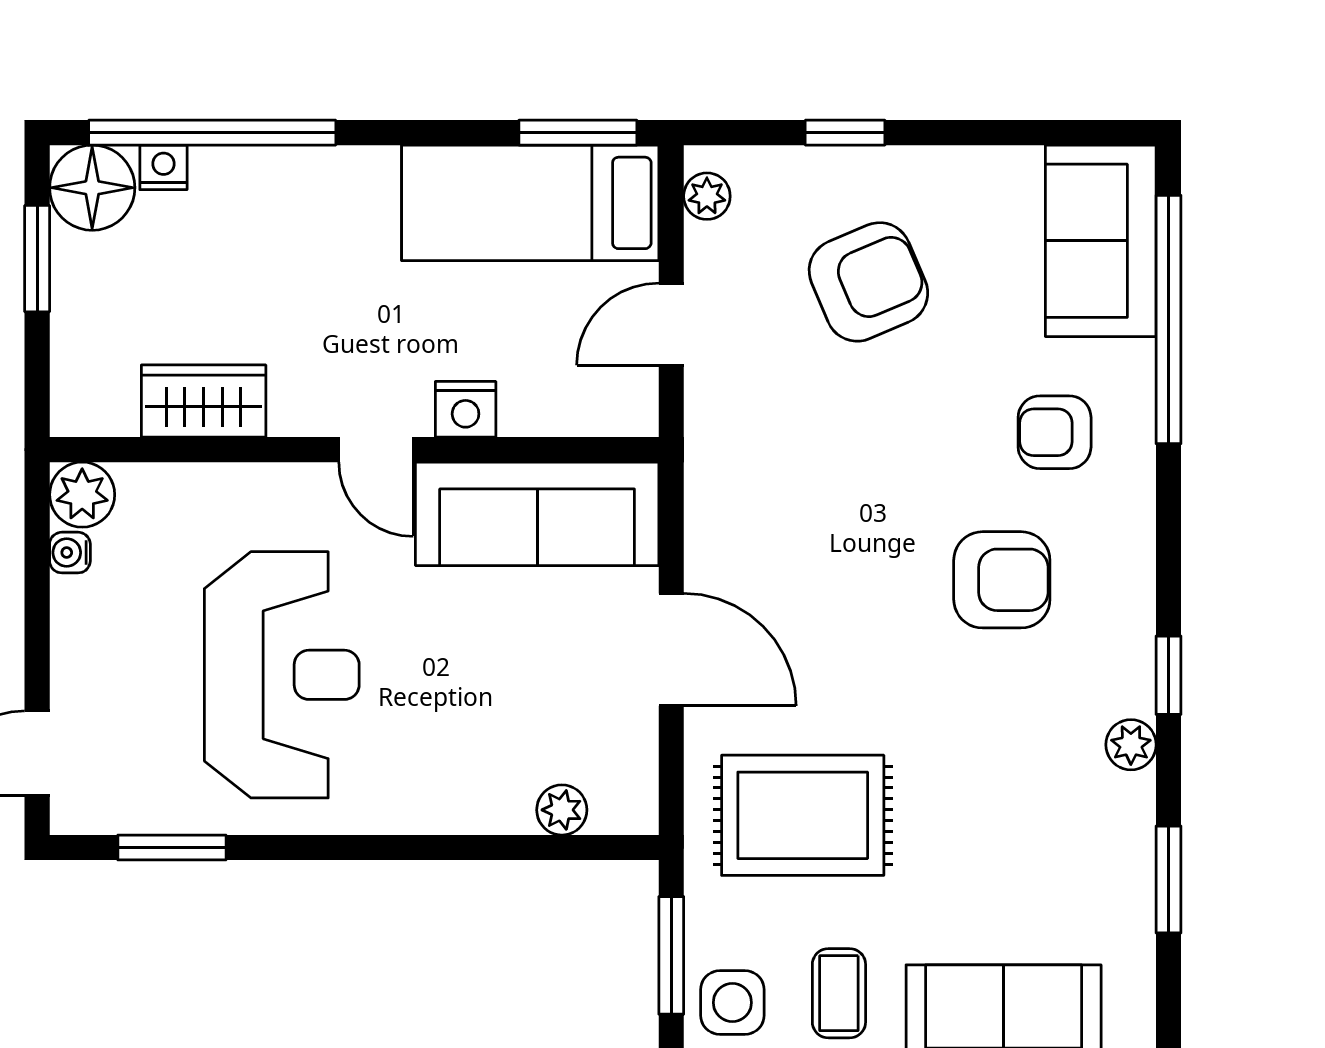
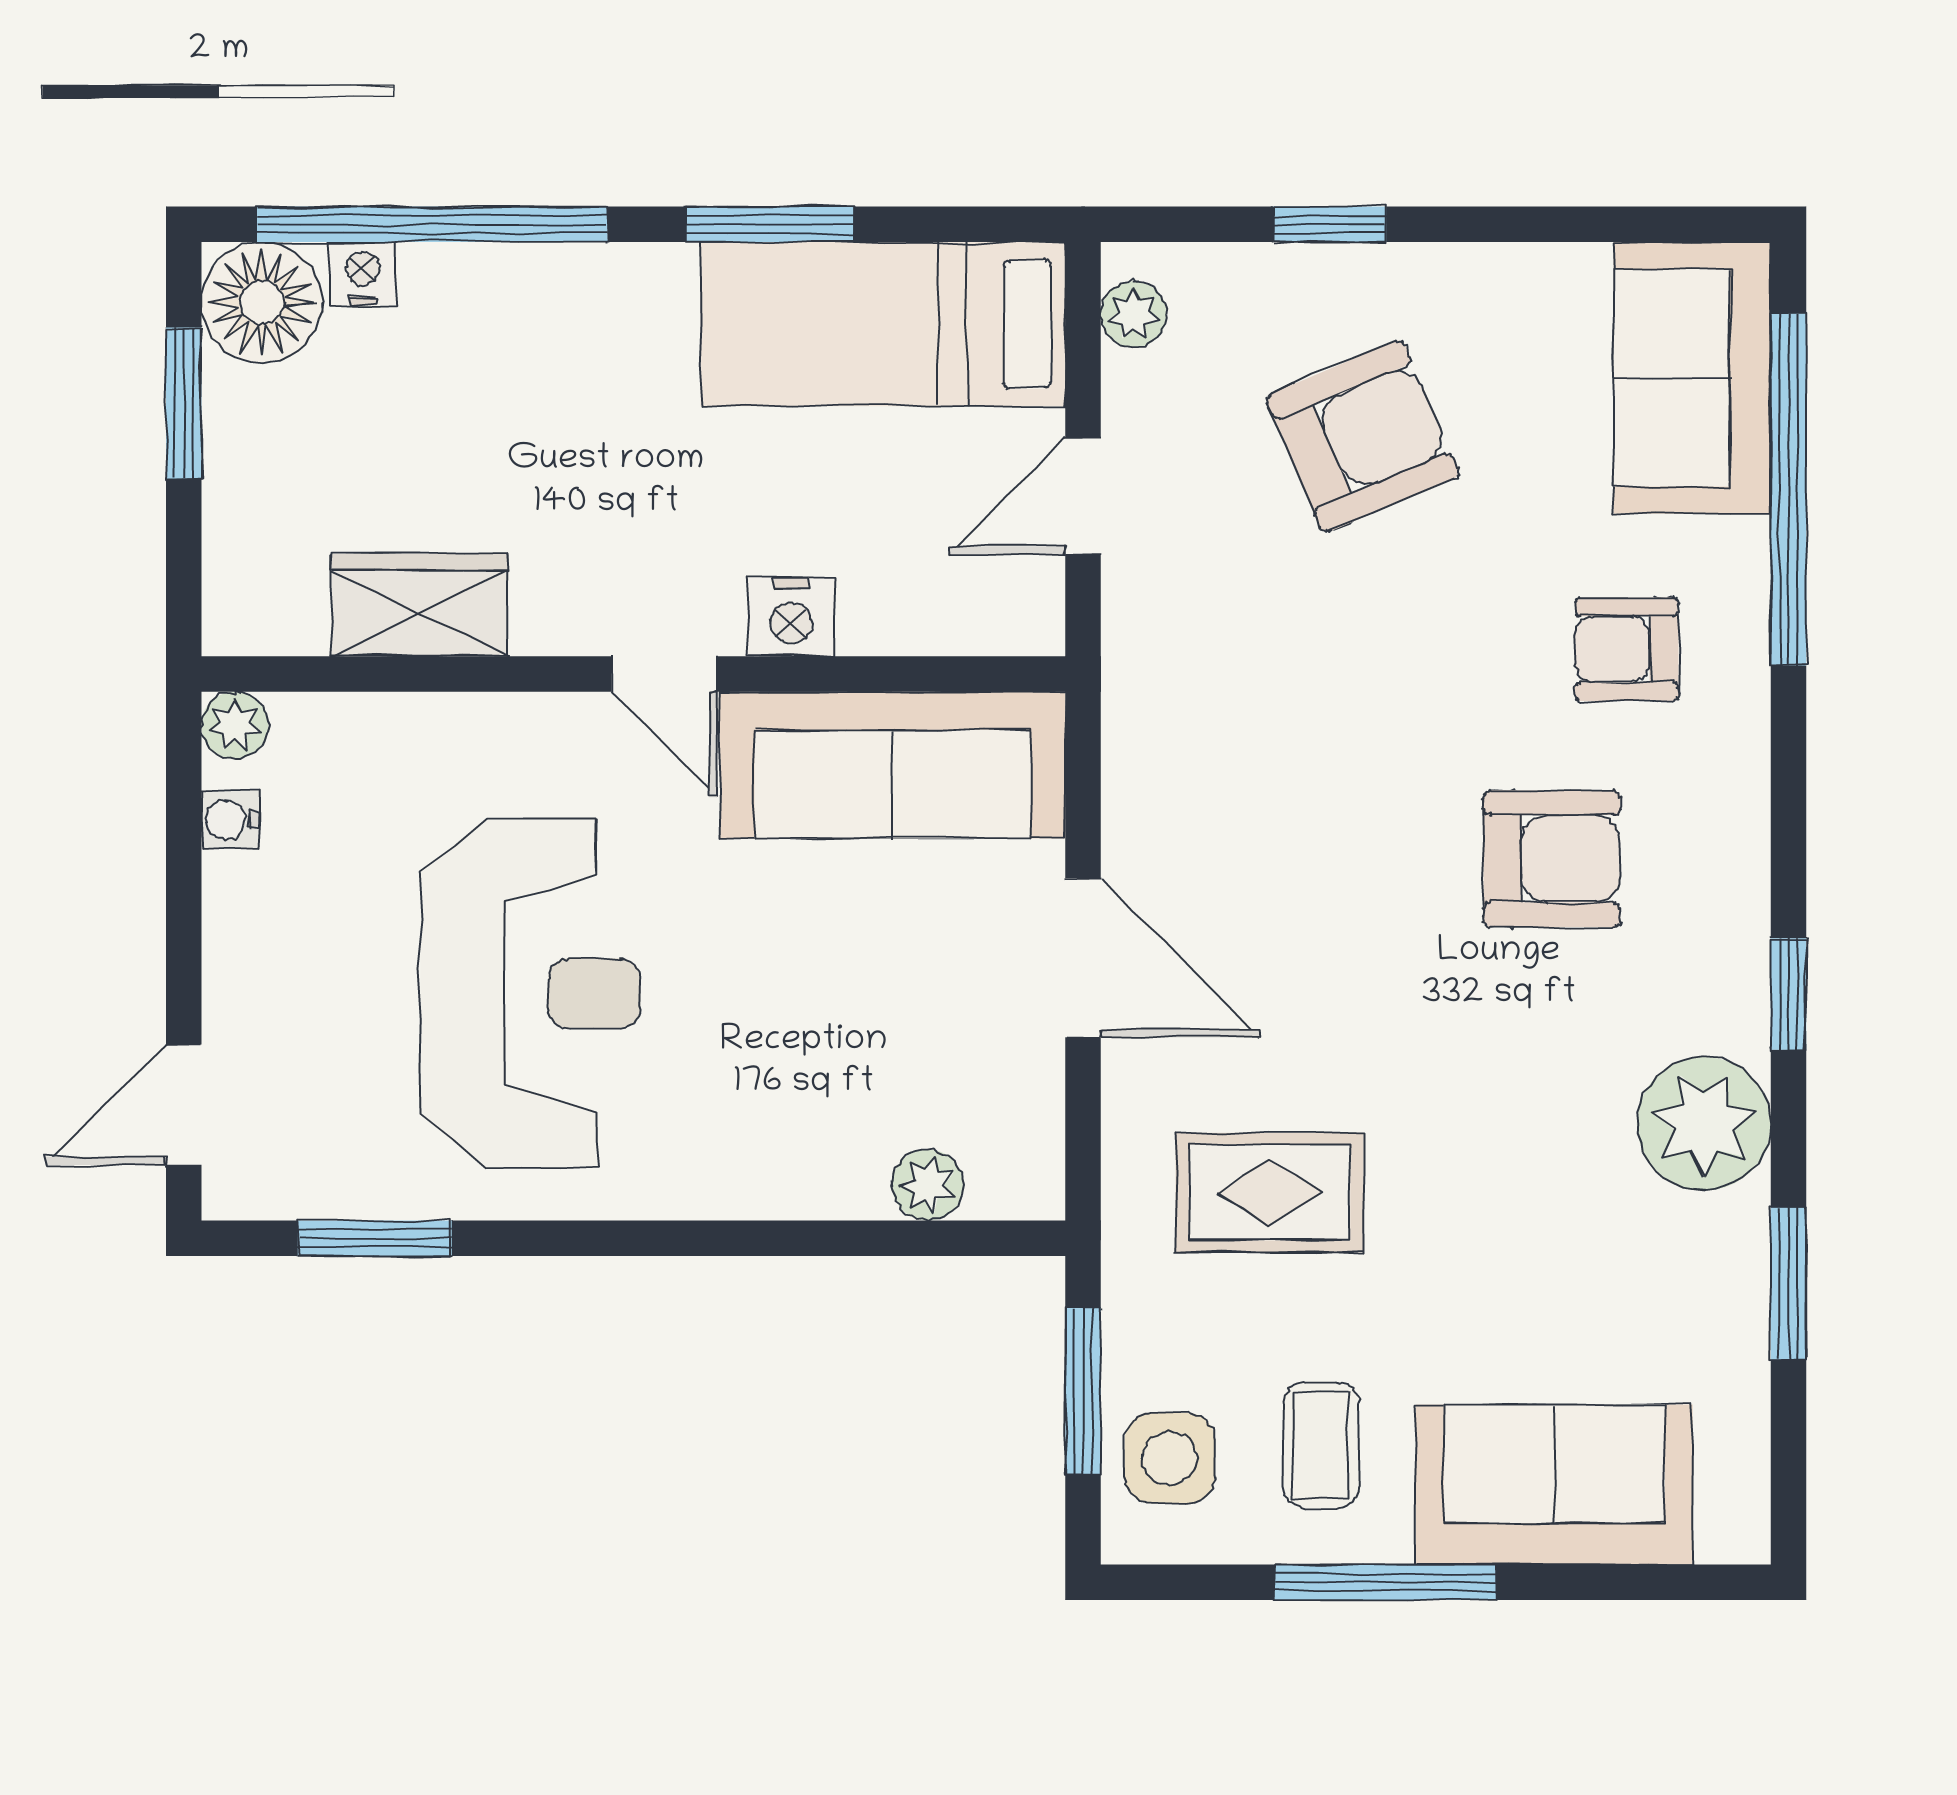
window: (578, 133) -> (769, 224), moved
plant: (82, 495) -> (235, 725), width x0.73, depth x0.73
plant: (1131, 745) -> (1704, 1124), width x1.87, depth x1.87
rug: (803, 815) -> (1269, 1193), width x0.73, depth x0.70

